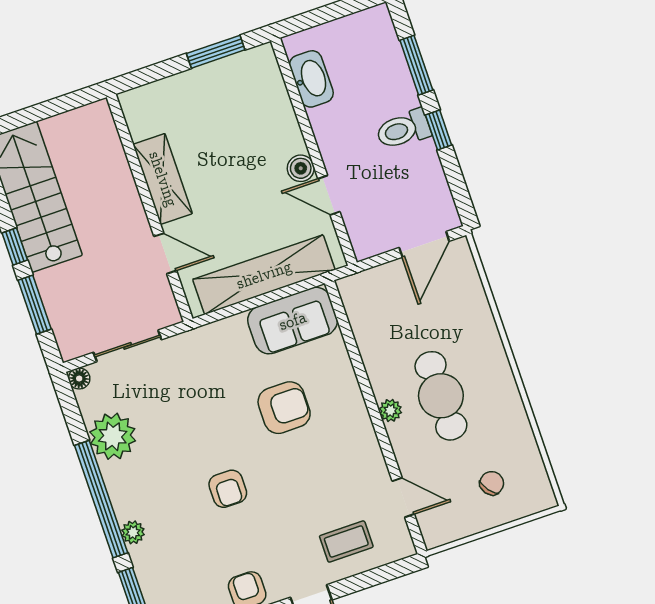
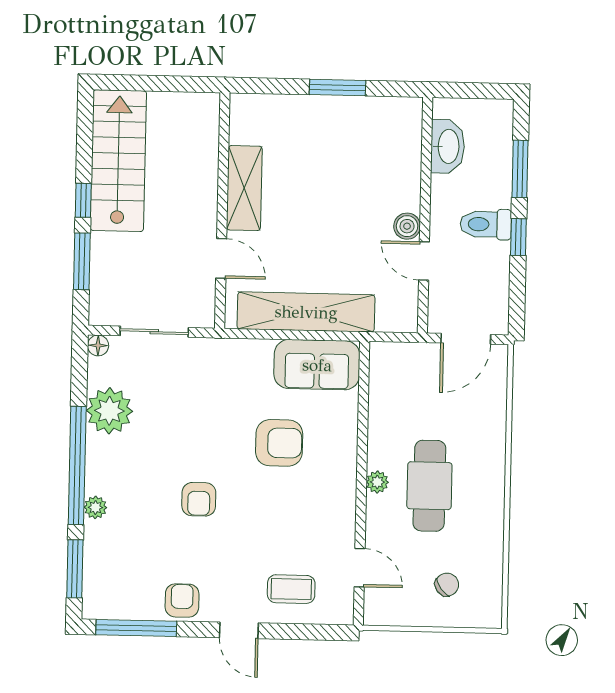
washbasin: (311, 79) -> (448, 146), moved
wall: (314, 152) -> (425, 215), moved
boiler: (301, 168) -> (407, 226), moved
door: (329, 195) -> (424, 261), moved

